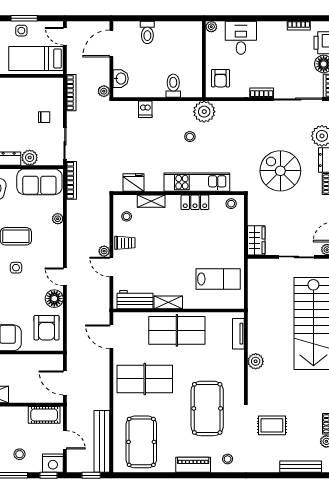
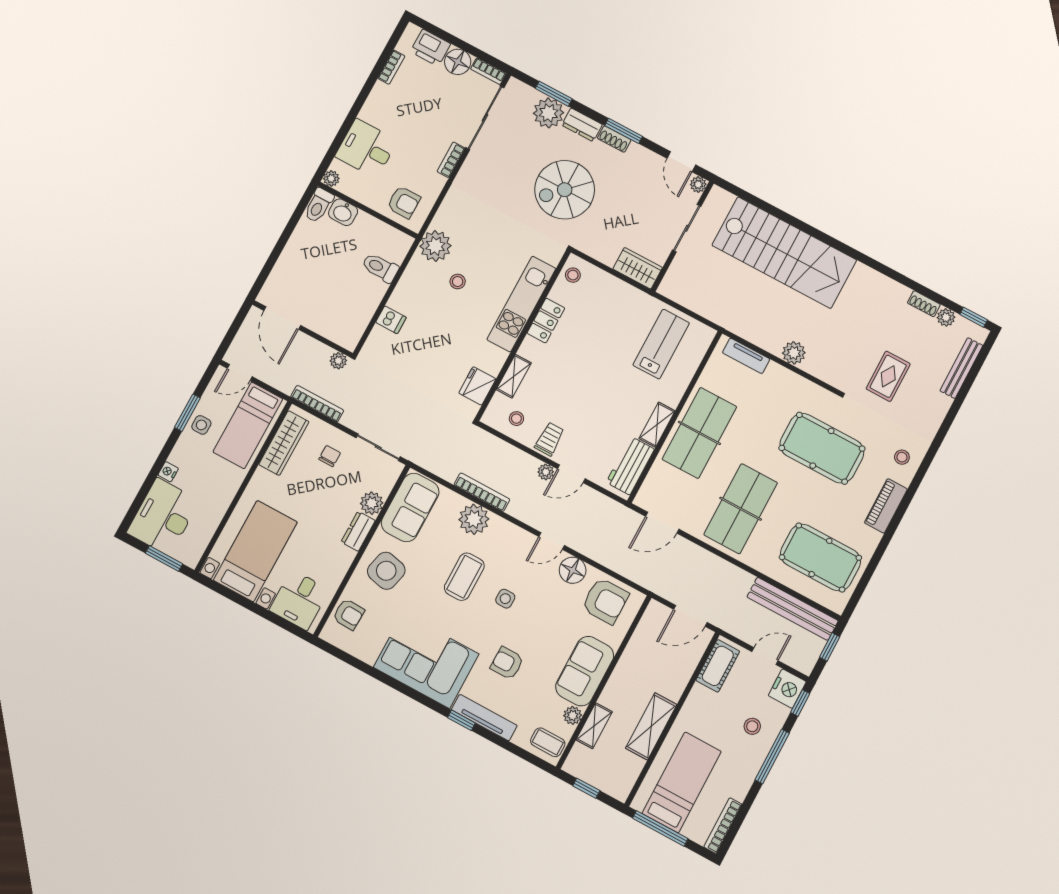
toilet: (147, 32) -> (319, 205), moved, turned 90
washbasin: (121, 79) -> (343, 212), moved, turned 180
wardrobe: (37, 86) -> (284, 443), added
bookcase: (72, 180) -> (482, 492), moved
plant: (58, 219) -> (474, 519), width x1.88, depth x1.88

